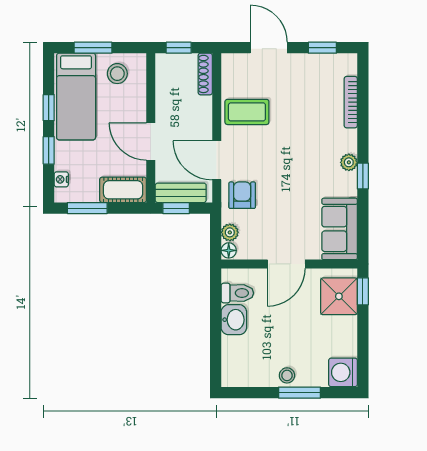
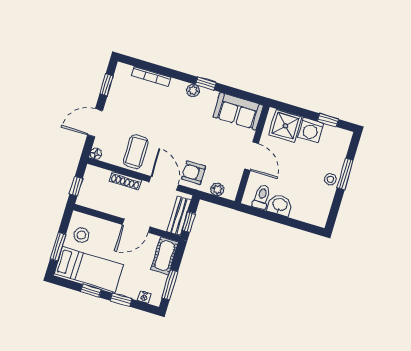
shoe rack: (205, 74) -> (125, 181), moved
door: (217, 160) -> (164, 183), swing flipped
floor lamp: (229, 250) -> (96, 154), moved
window: (363, 291) -> (328, 120), moved
washing machine: (343, 372) -> (311, 130), moved

